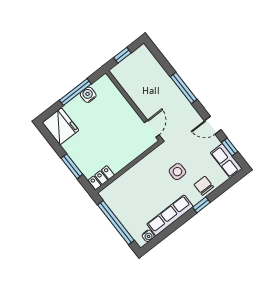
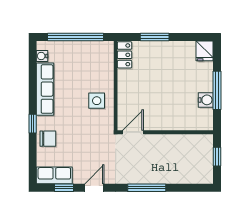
fridge: (61, 126) -> (204, 51), width x0.53, depth x0.75
door: (152, 129) -> (133, 132), swing flipped
side table: (177, 172) -> (97, 101), moved

